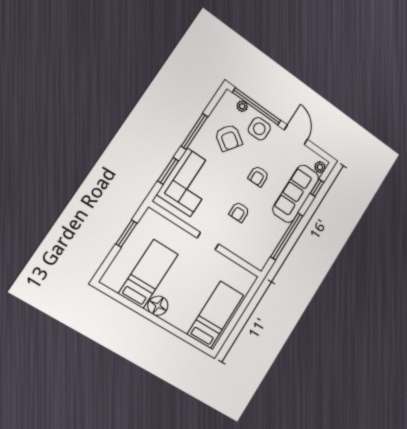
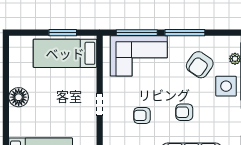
window: (168, 171) -> (137, 33), width x1.44
bed: (148, 274) -> (65, 53), moved, turned 180

